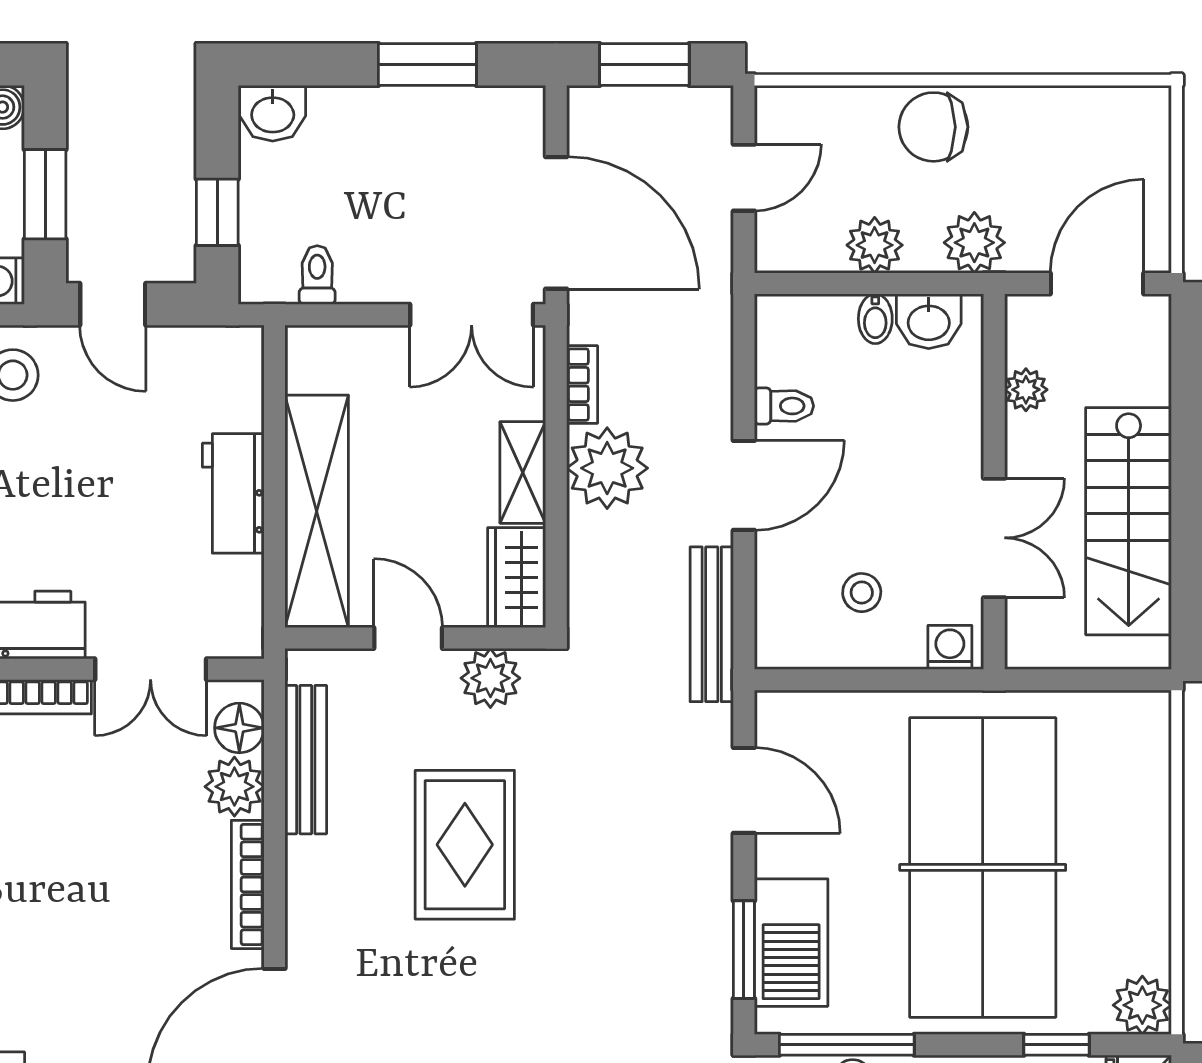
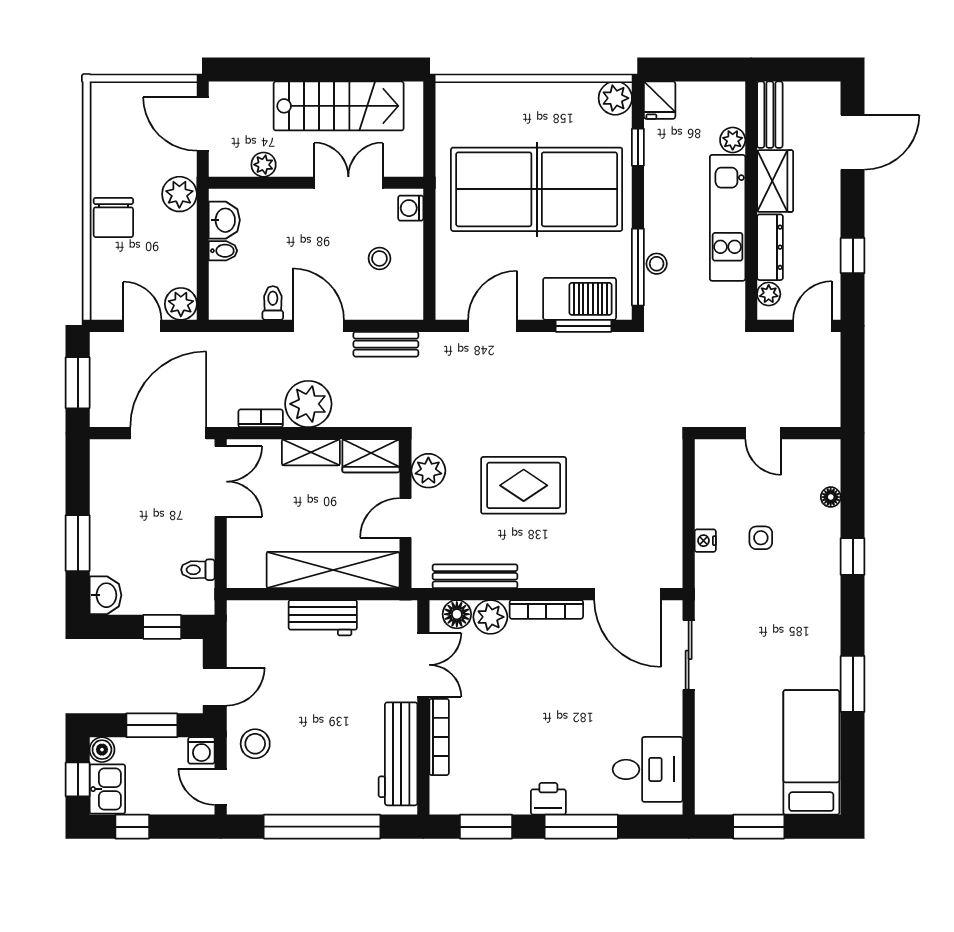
window: (427, 64) -> (78, 543), moved
plant: (875, 245) -> (181, 304), moved
bench: (712, 624) -> (386, 344), width x0.73

